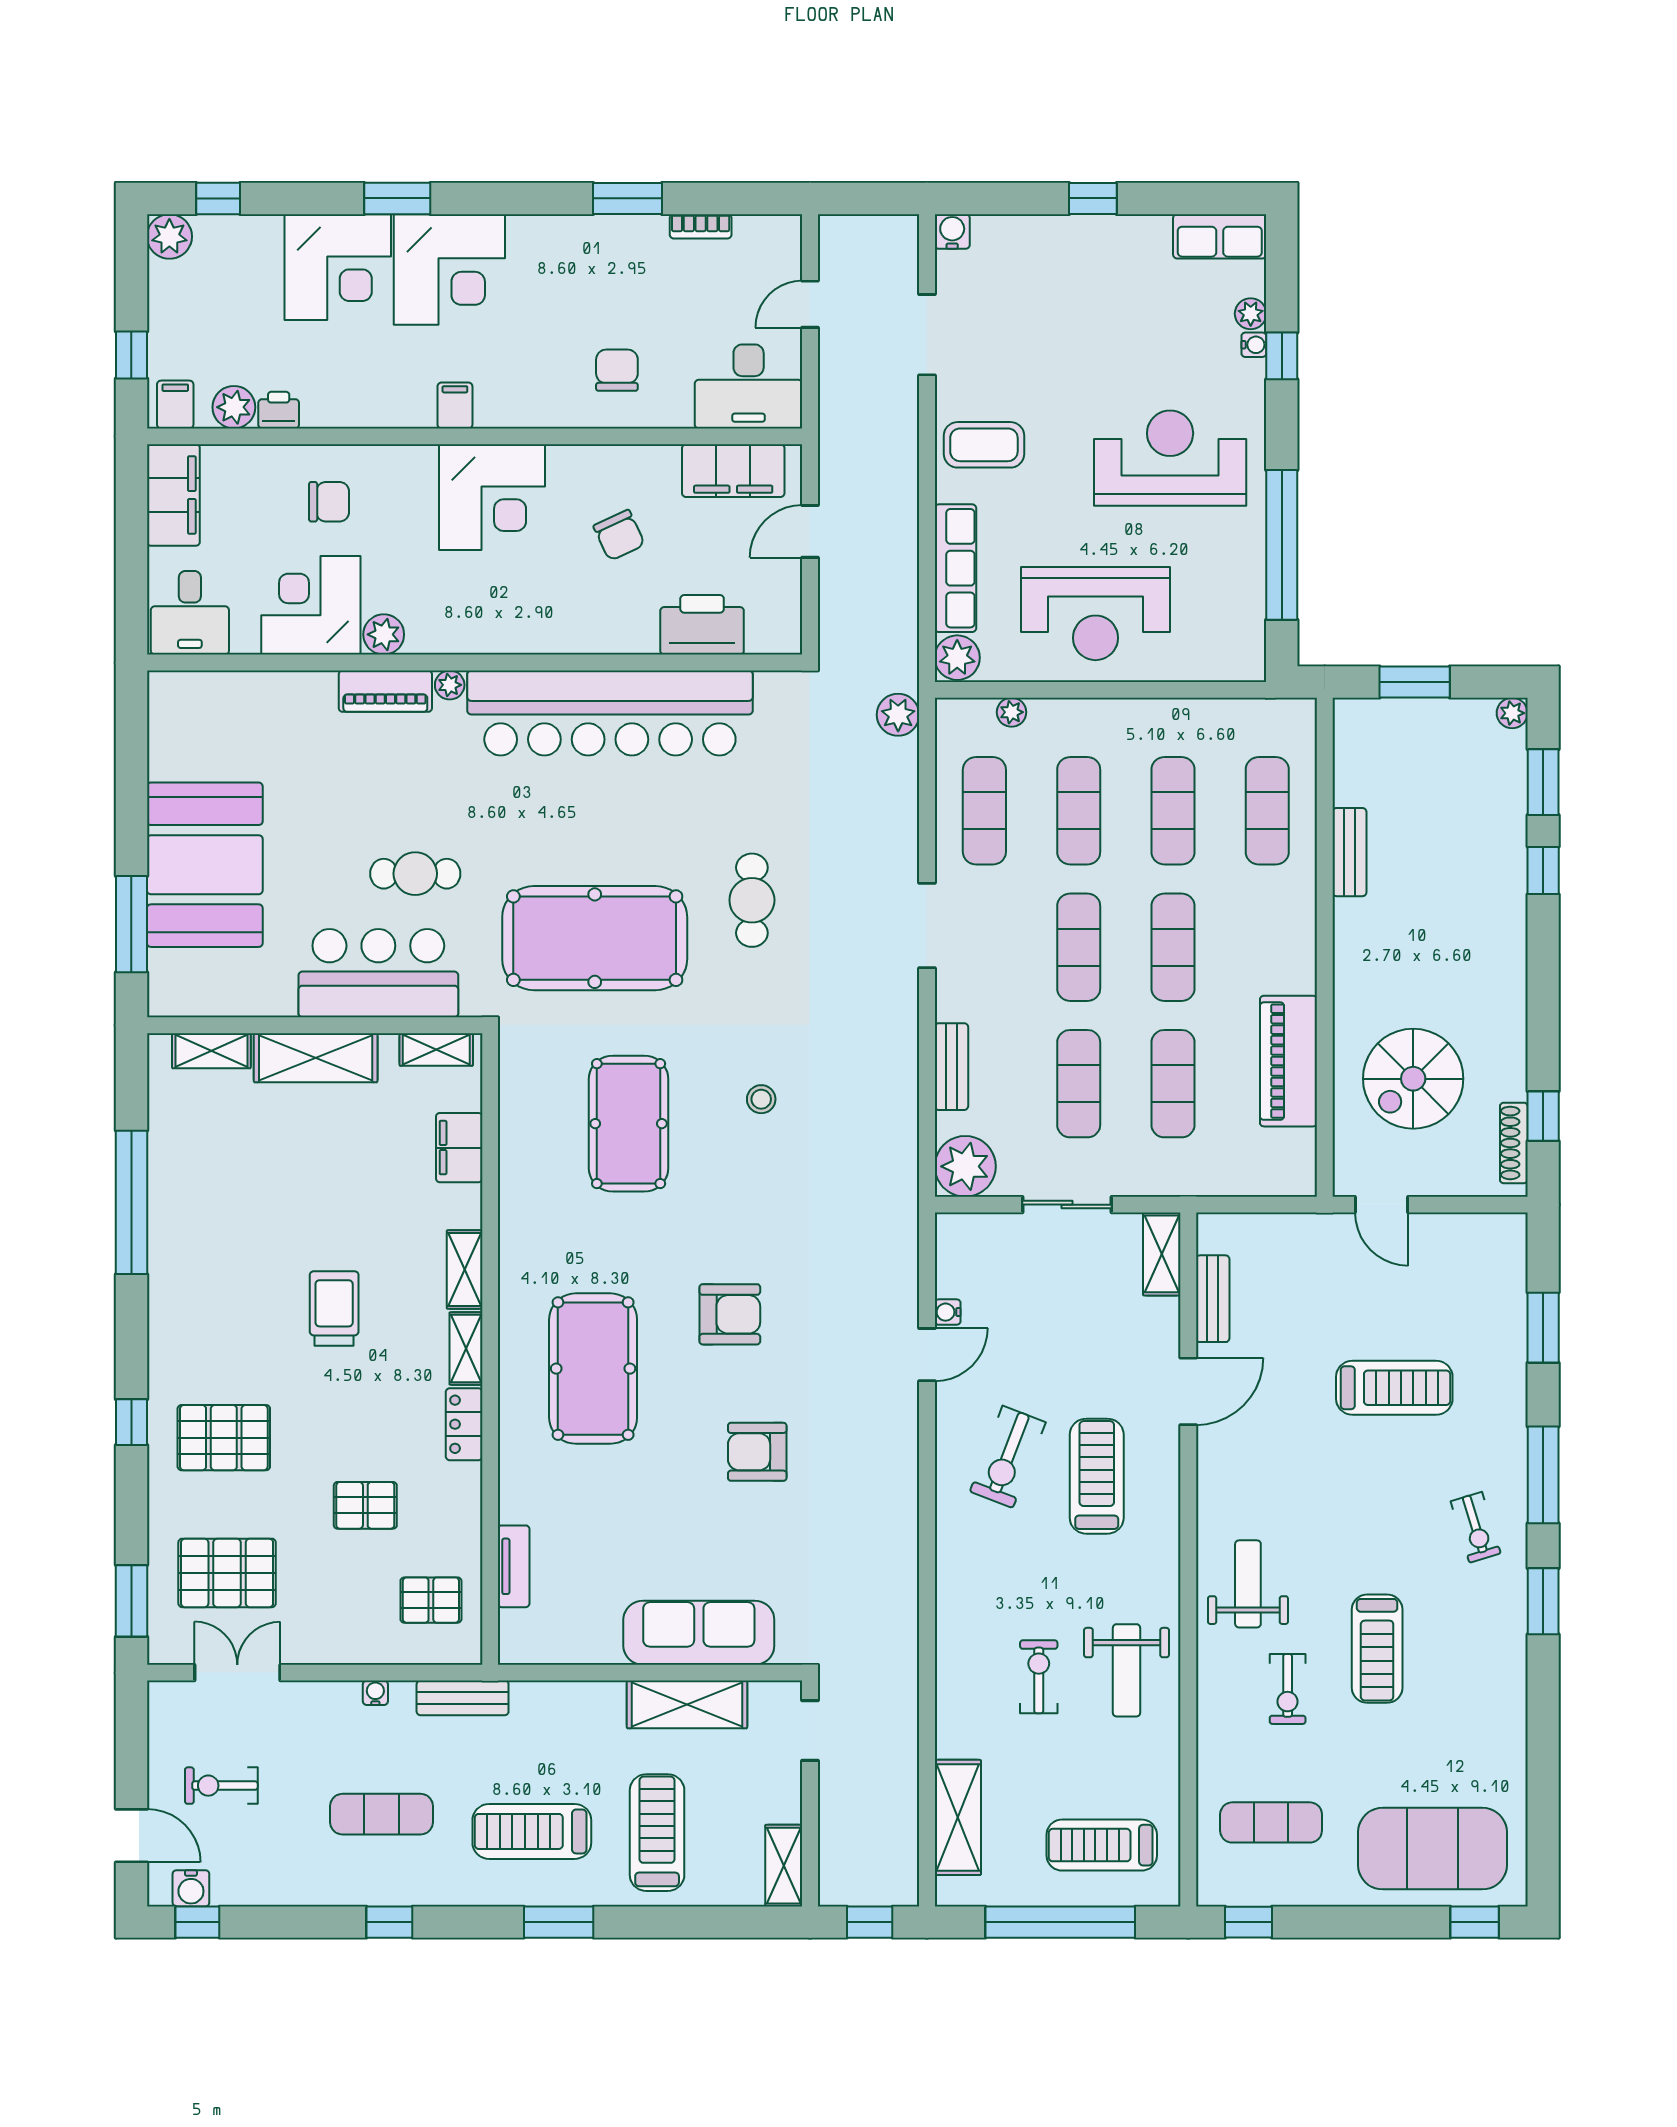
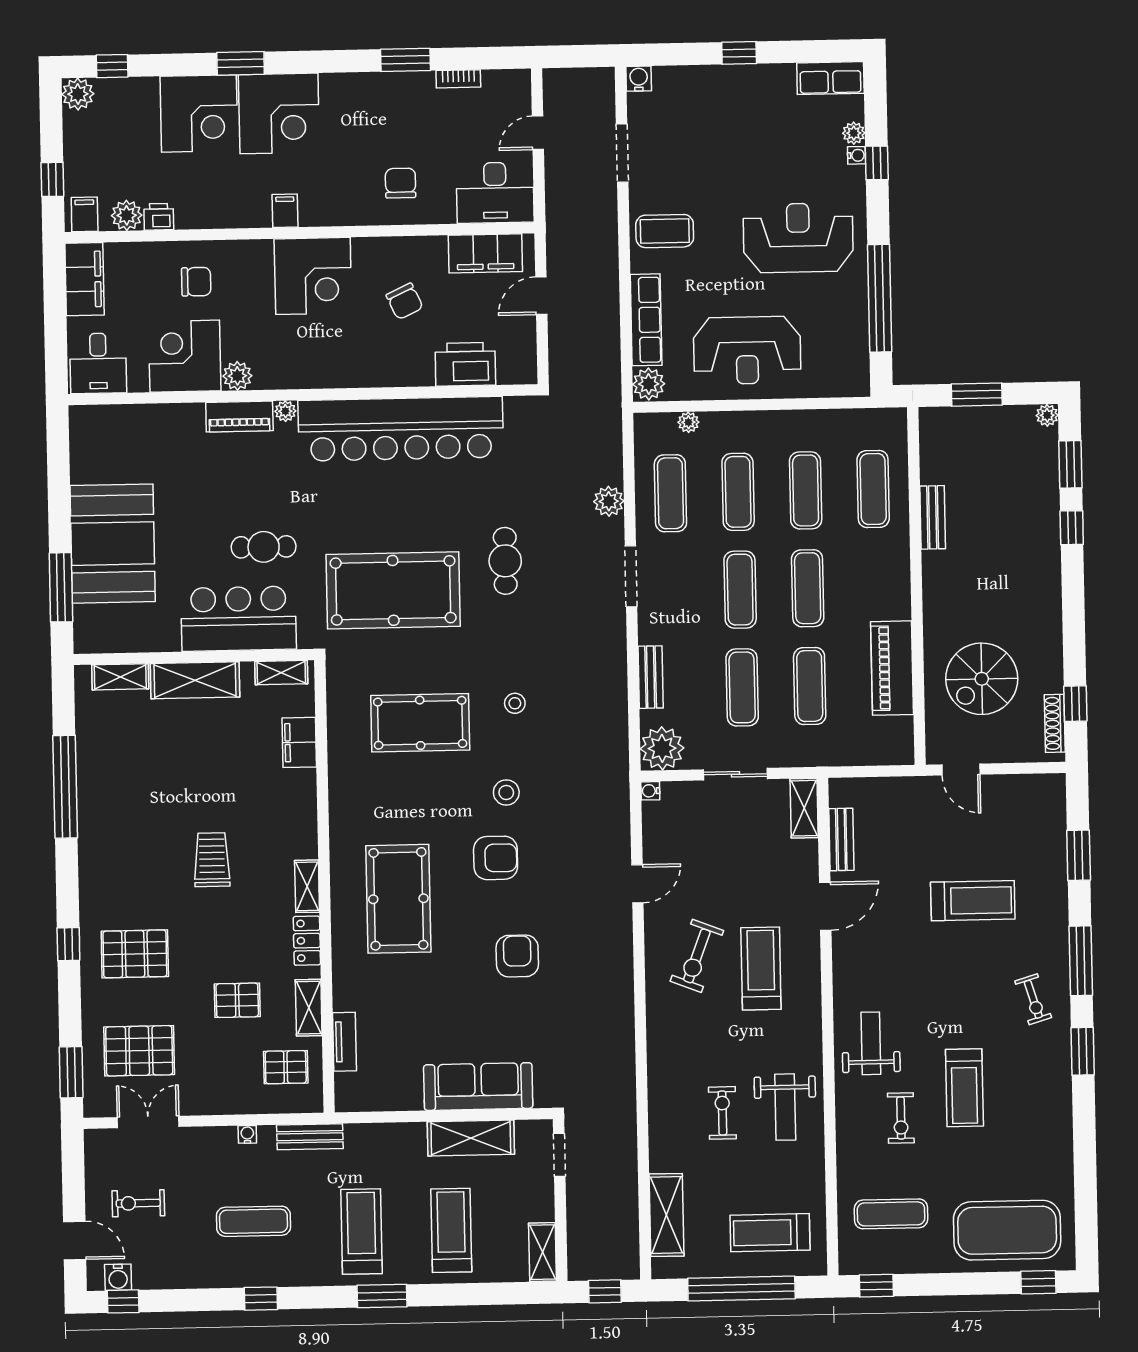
plant: (898, 715) -> (609, 501), moved
pool table: (629, 1124) -> (420, 723), turned 90
stool: (747, 1223) -> (506, 792), added
shelving: (465, 1269) -> (309, 1008), moved
water cooler: (948, 1312) -> (650, 791), moved
armchair: (757, 1452) -> (517, 956), turned 90
treadmill: (532, 1831) -> (361, 1231), turned 90

